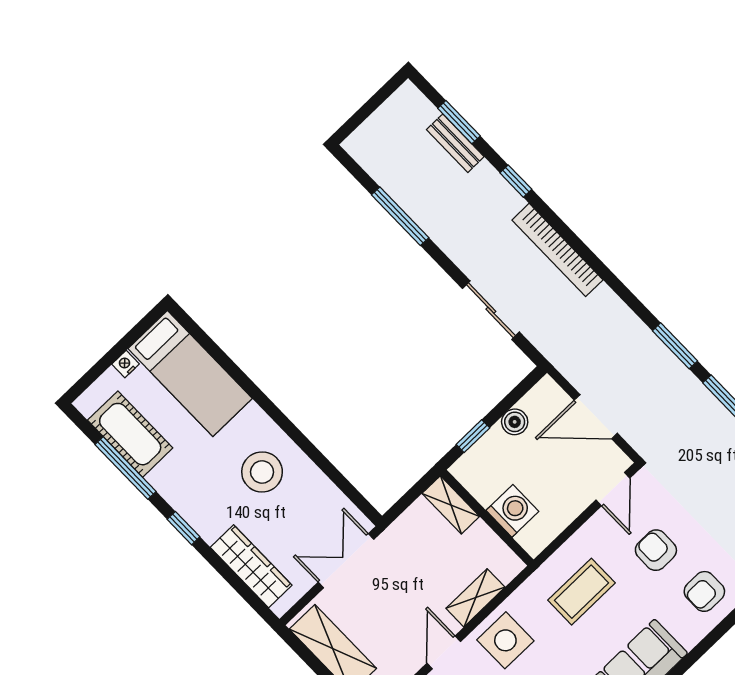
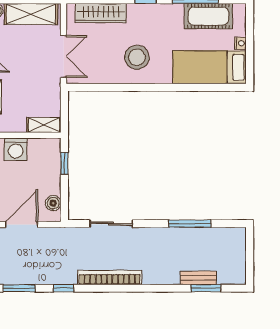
window: (516, 181) -> (64, 288), moved
boiler: (515, 422) -> (53, 203), moved

